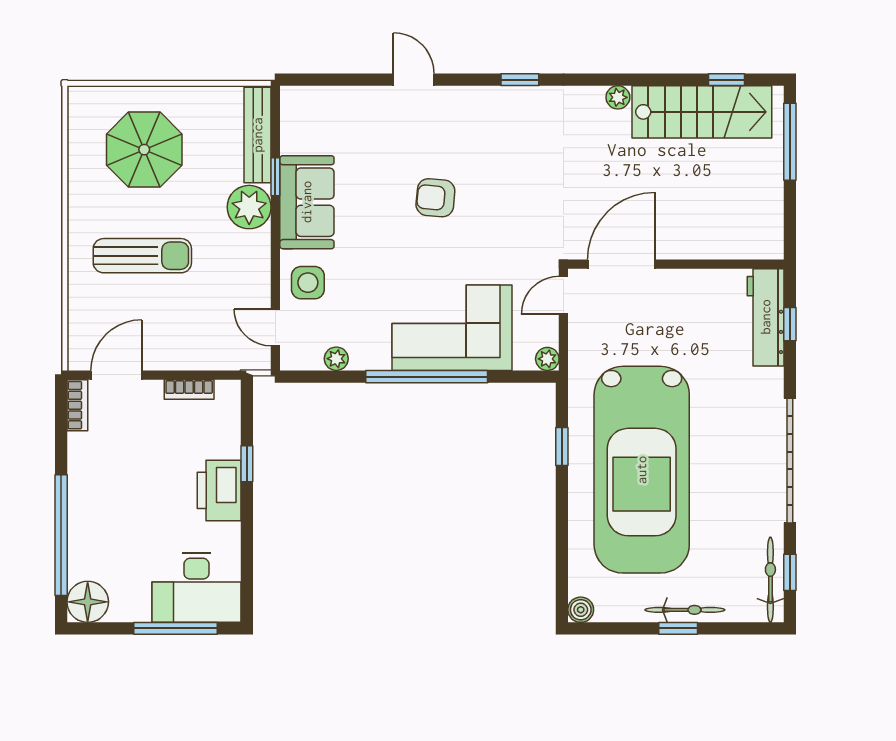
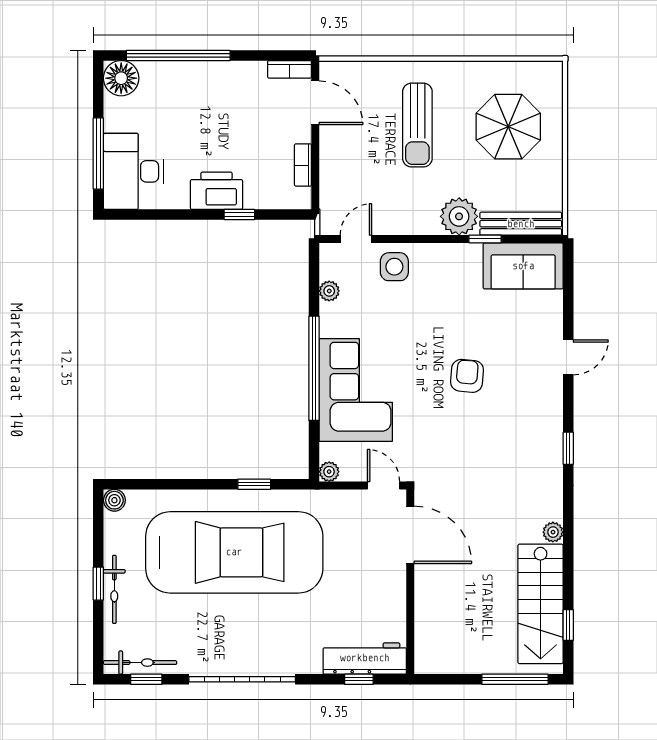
sofa: (307, 202) -> (523, 266), moved
car: (642, 470) -> (234, 552), turned 180

